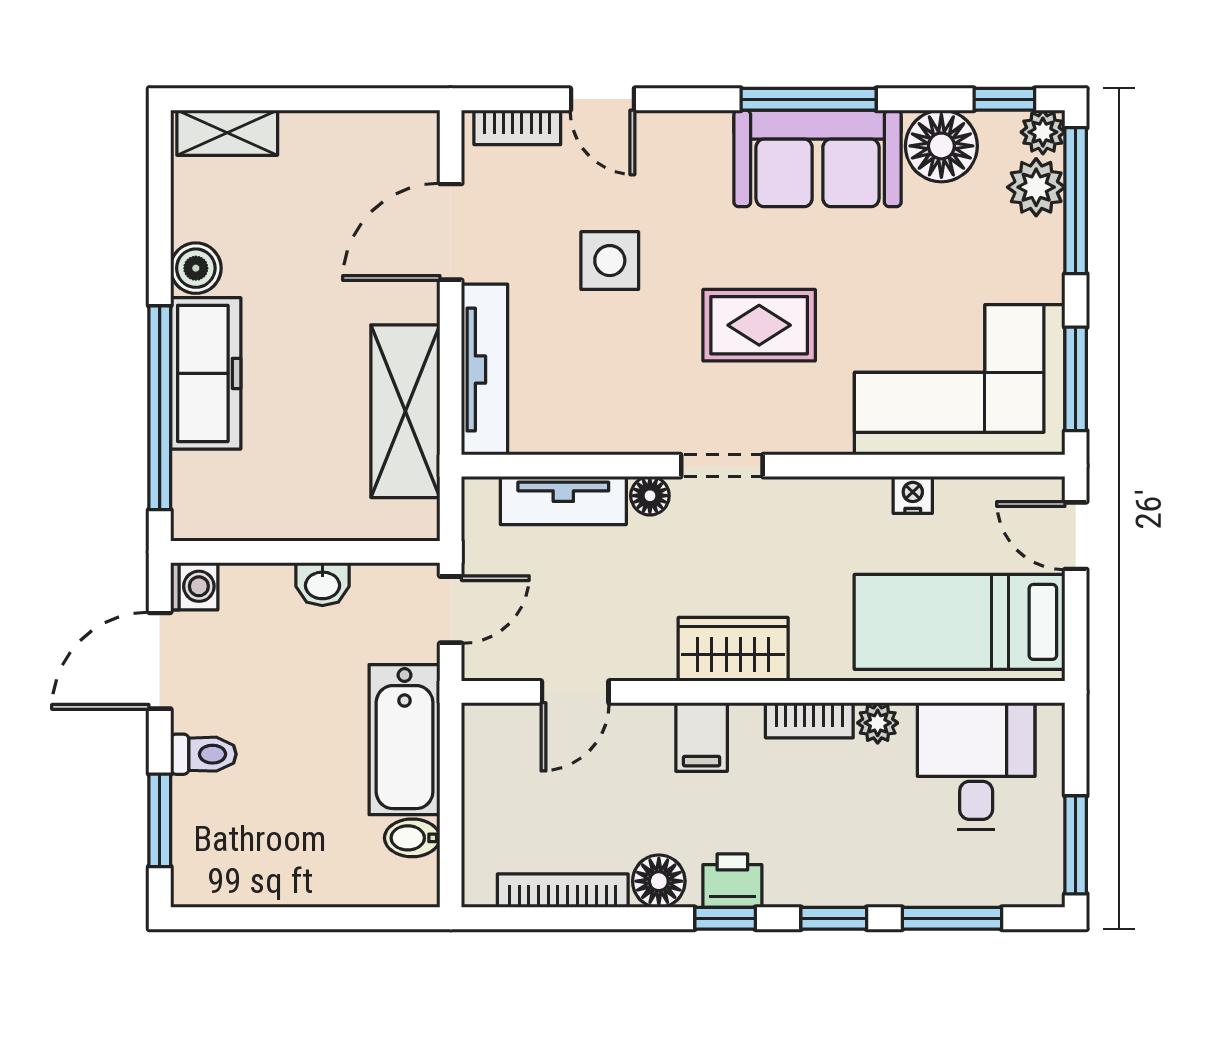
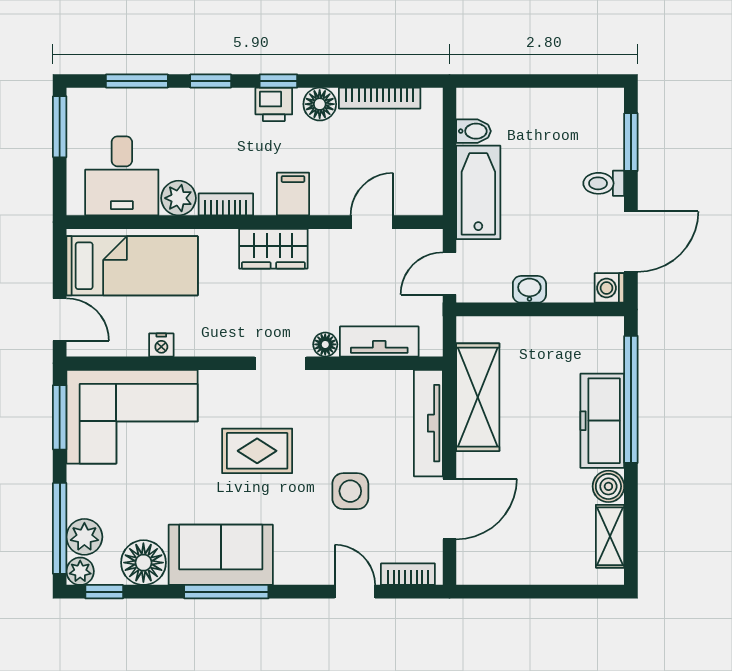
shelving: (227, 133) -> (610, 536), moved, turned 90
plant: (878, 723) -> (179, 198), width x1.38, depth x1.38

